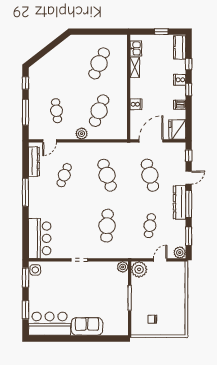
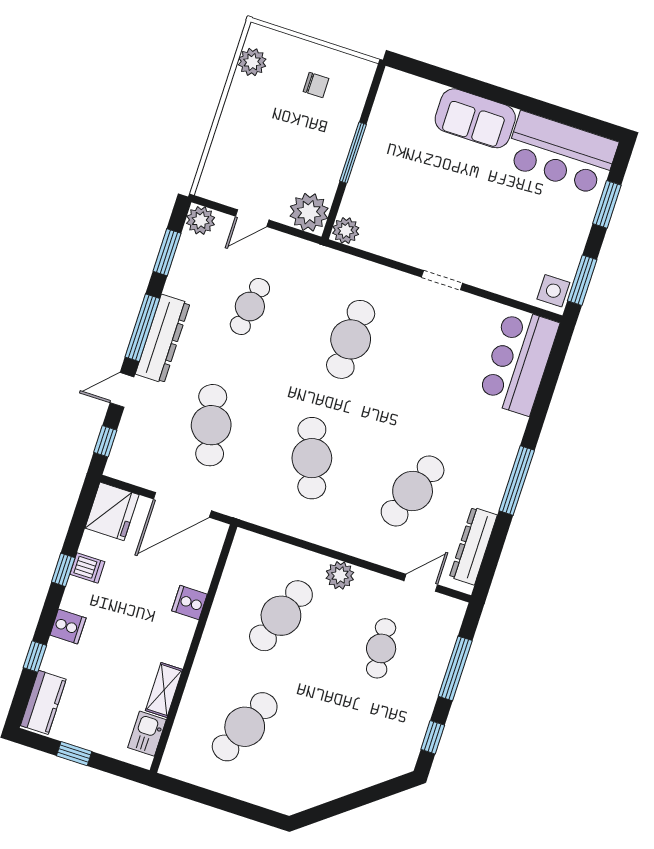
window: (189, 90) -> (63, 570), moved
cafe table: (64, 175) -> (413, 491), width x1.37, depth x1.35
plant: (180, 320) -> (252, 62), added

